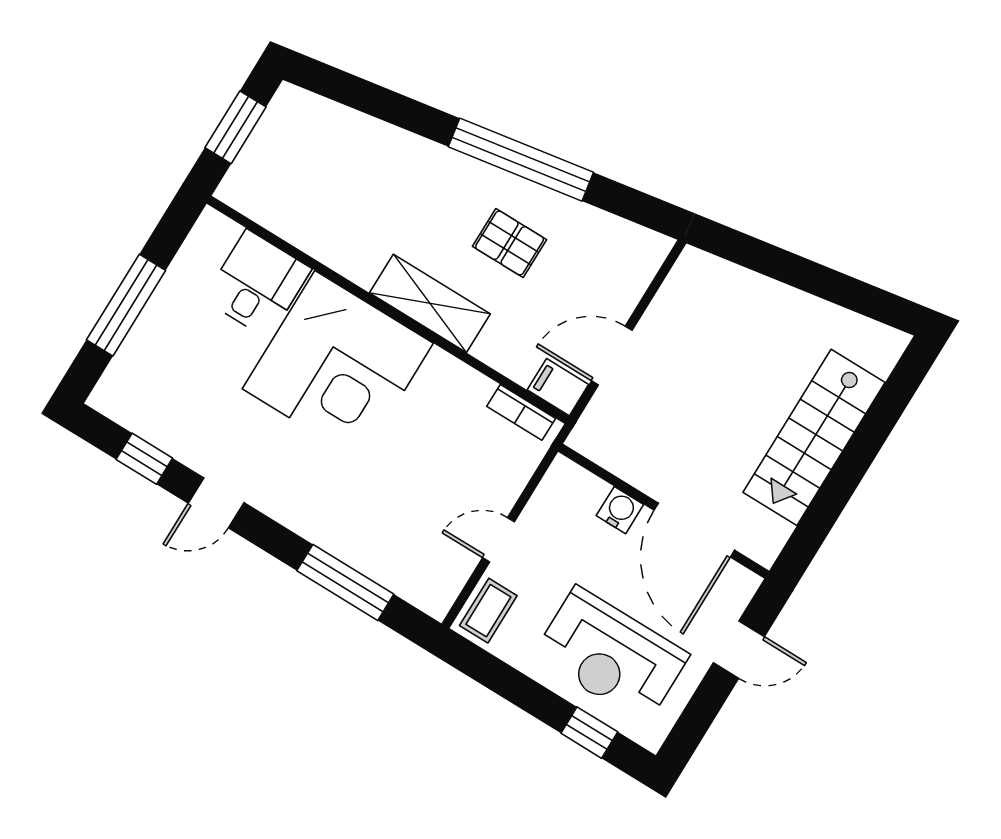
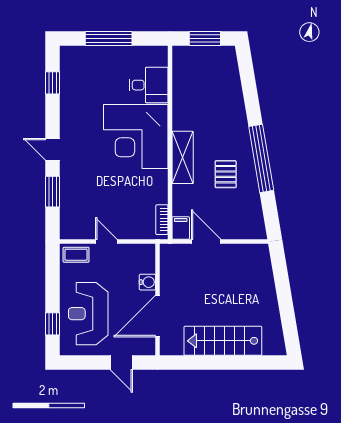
door: (216, 503) -> (53, 149), moved
window: (345, 582) -> (53, 192), width x0.69

